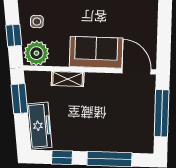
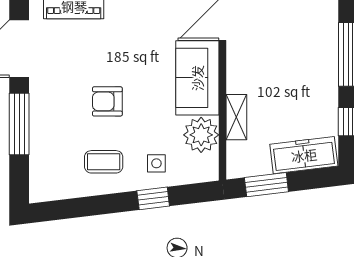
window: (14, 35) -> (153, 198), moved
plant: (36, 53) -> (201, 135), moved

